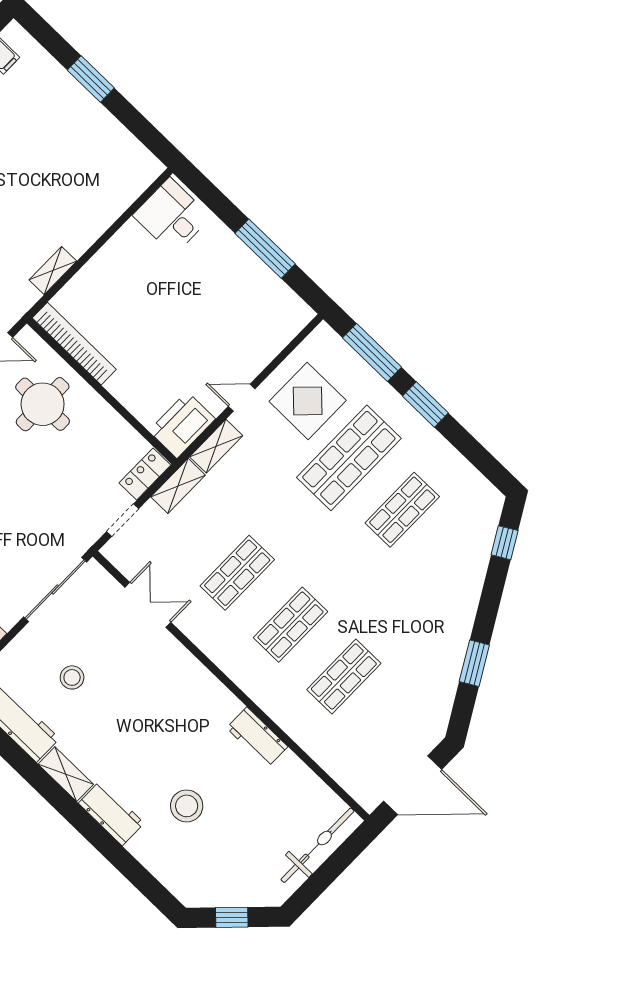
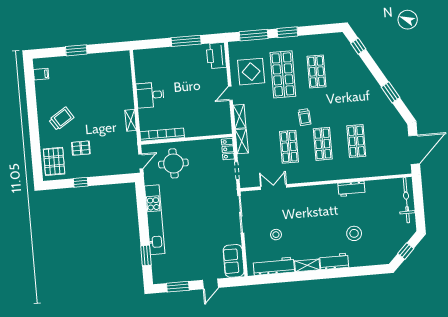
desk: (172, 216) -> (150, 95), moved
printer: (182, 425) -> (216, 56), moved
trolley: (309, 556) -> (305, 117), added

